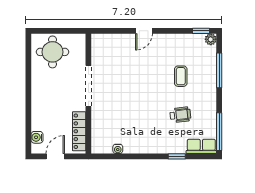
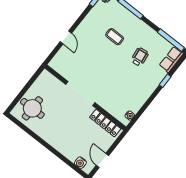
doorway: (88, 86) -> (80, 94), moved
wall: (88, 94) -> (85, 97), moved
locker: (79, 131) -> (105, 123), moved

